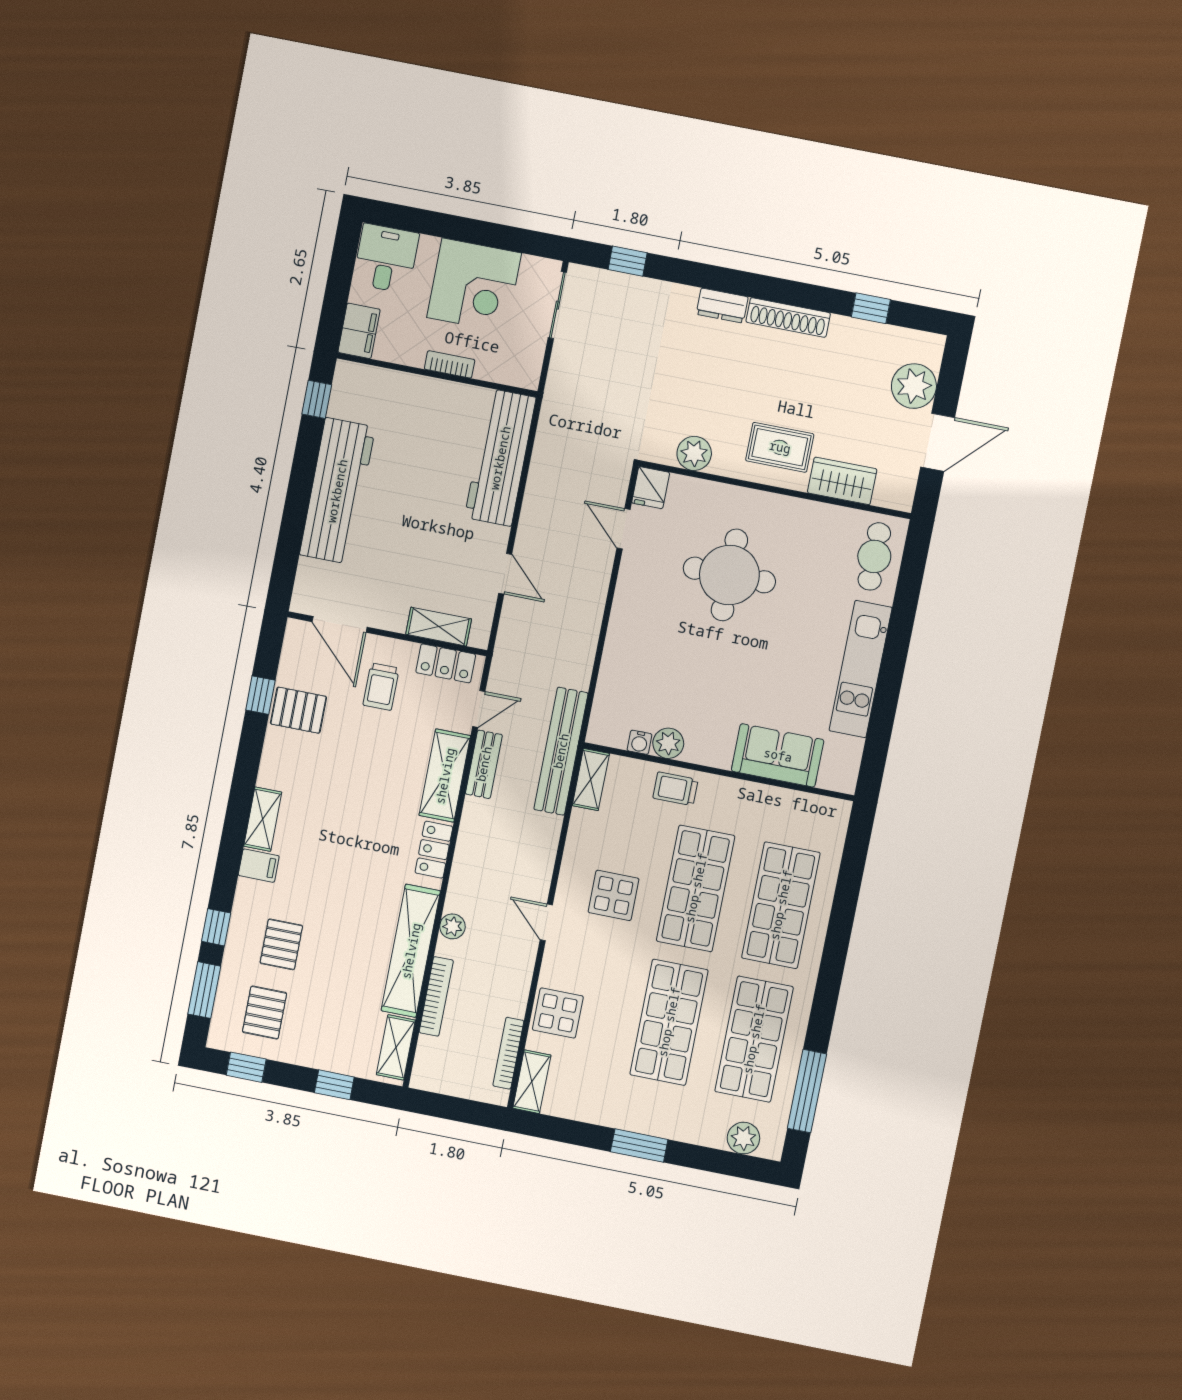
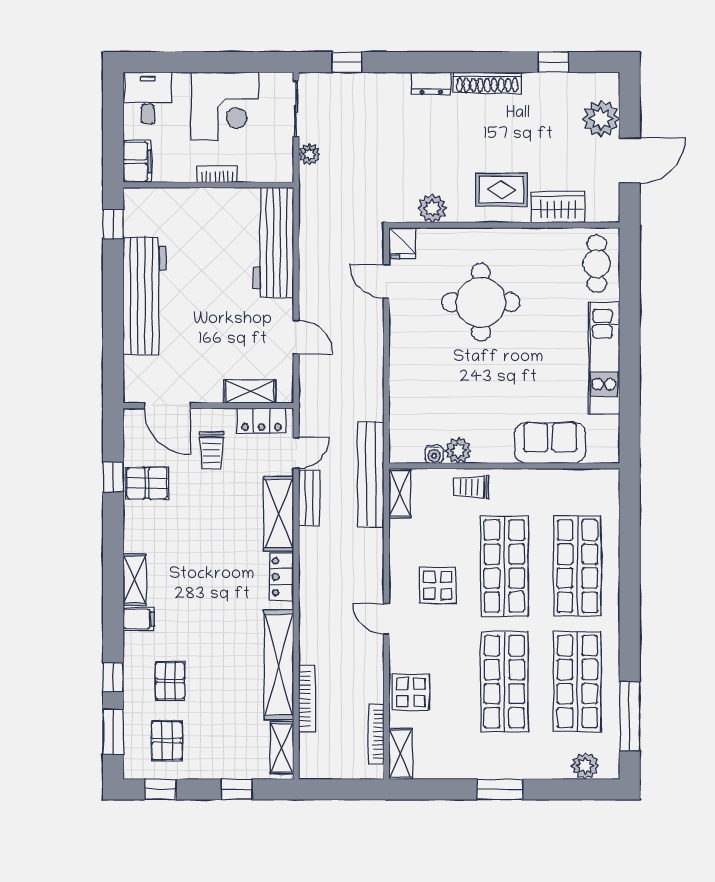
plant: (452, 926) -> (309, 154), moved

